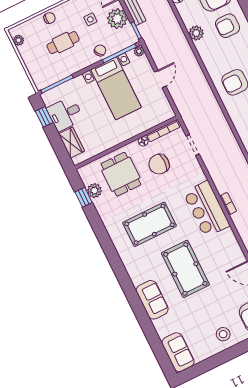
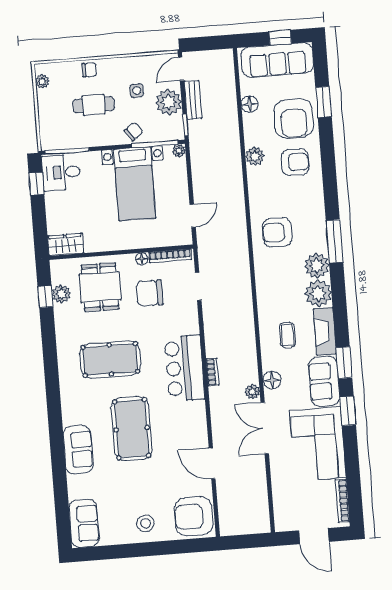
armchair: (228, 26) -> (295, 162), turned 180
door: (160, 79) -> (193, 216), moved
desk: (65, 114) -> (61, 172), moved
wardrobe: (71, 142) -> (66, 244), moved, turned -90

